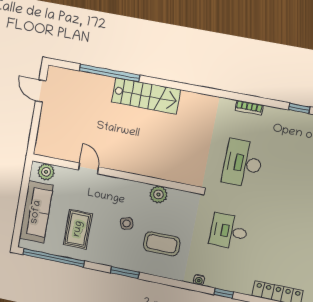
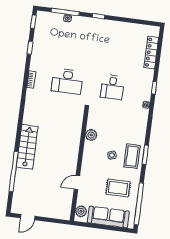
coffee table: (162, 244) -> (132, 156), moved

